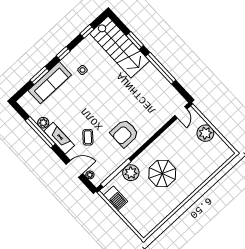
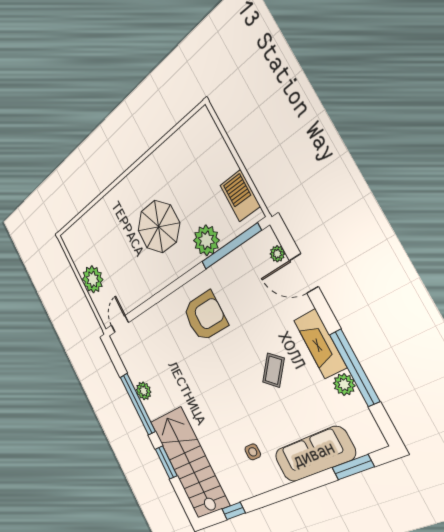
window: (63, 53) -> (279, 494), removed
window: (40, 75) -> (353, 467), moved
plant: (158, 78) -> (144, 391), added
coffee table: (88, 137) -> (273, 370), moved

